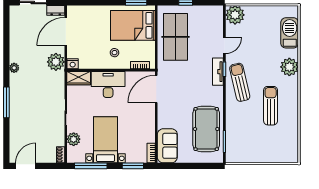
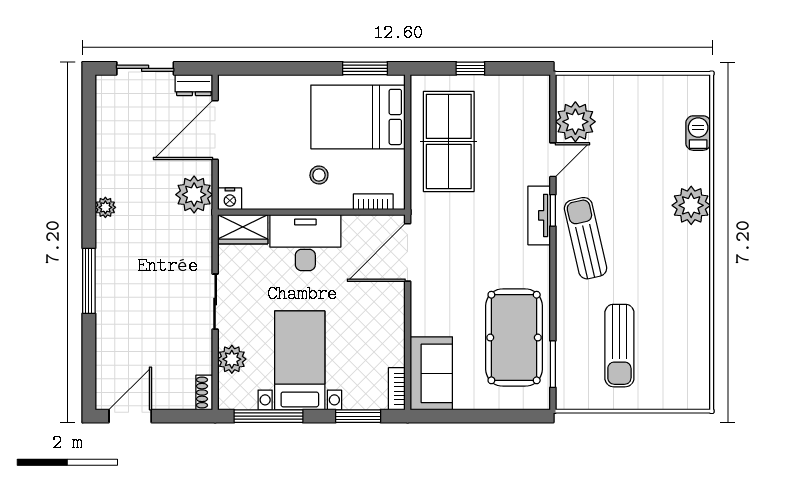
plant: (235, 15) -> (575, 122), moved
barbecue: (290, 33) -> (698, 133), width x0.53, depth x0.65
sun lounger: (271, 106) -> (619, 346), moved, turned 180

